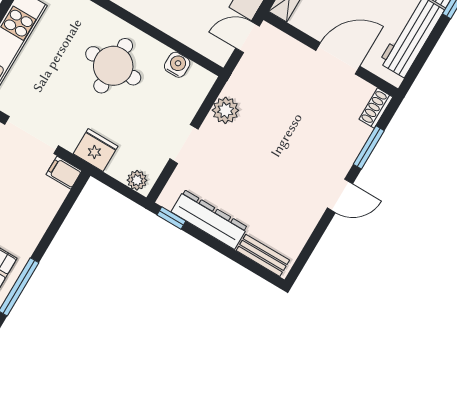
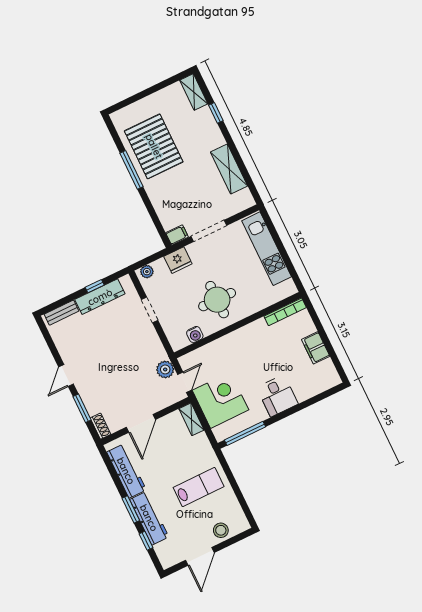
plant: (225, 110) -> (165, 369), moved
window: (171, 218) -> (95, 286), moved

